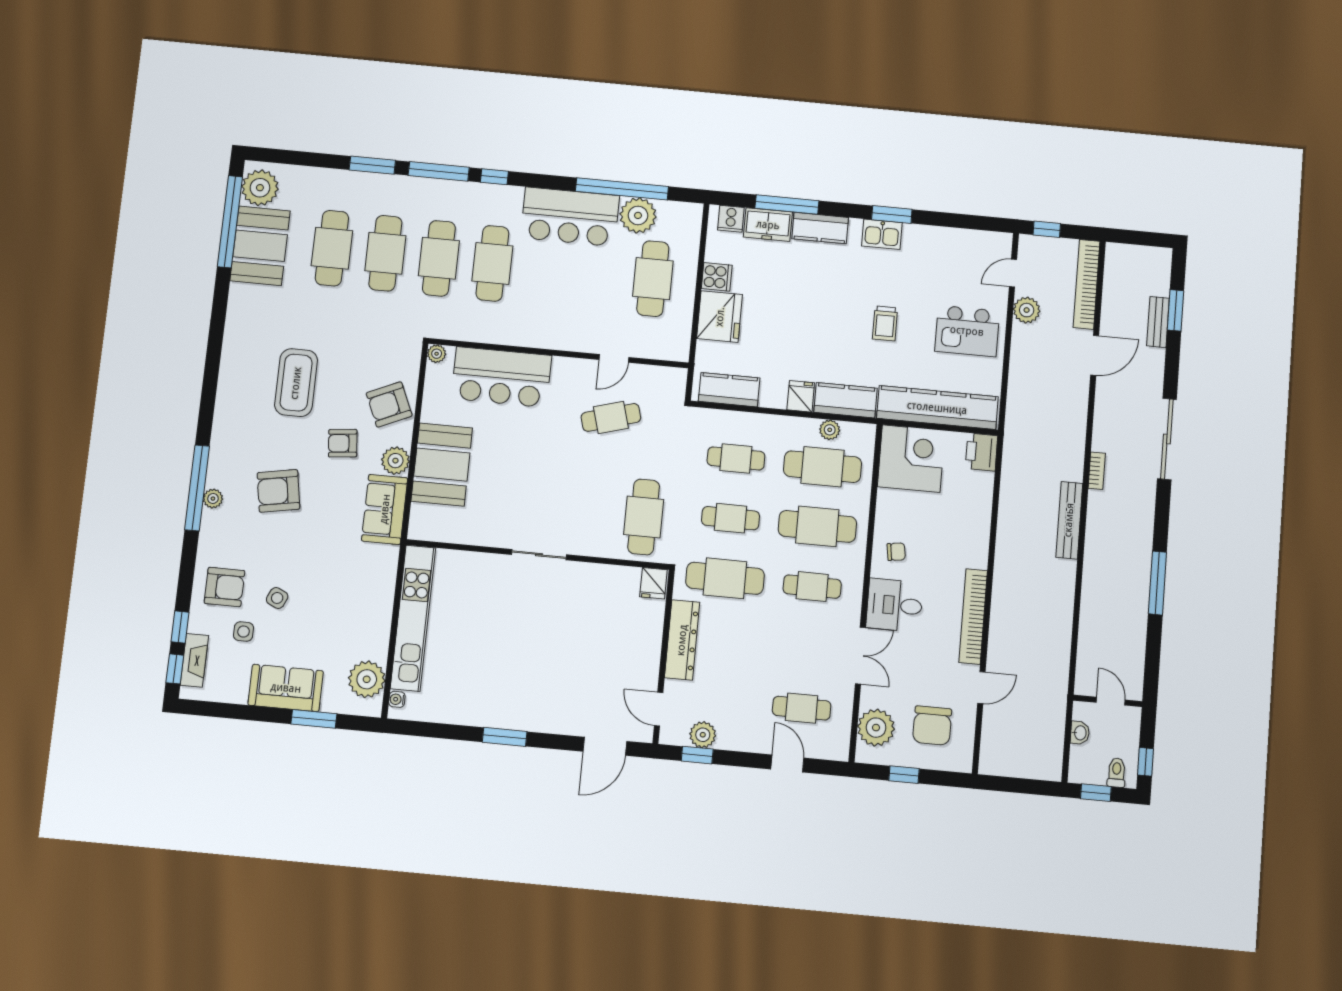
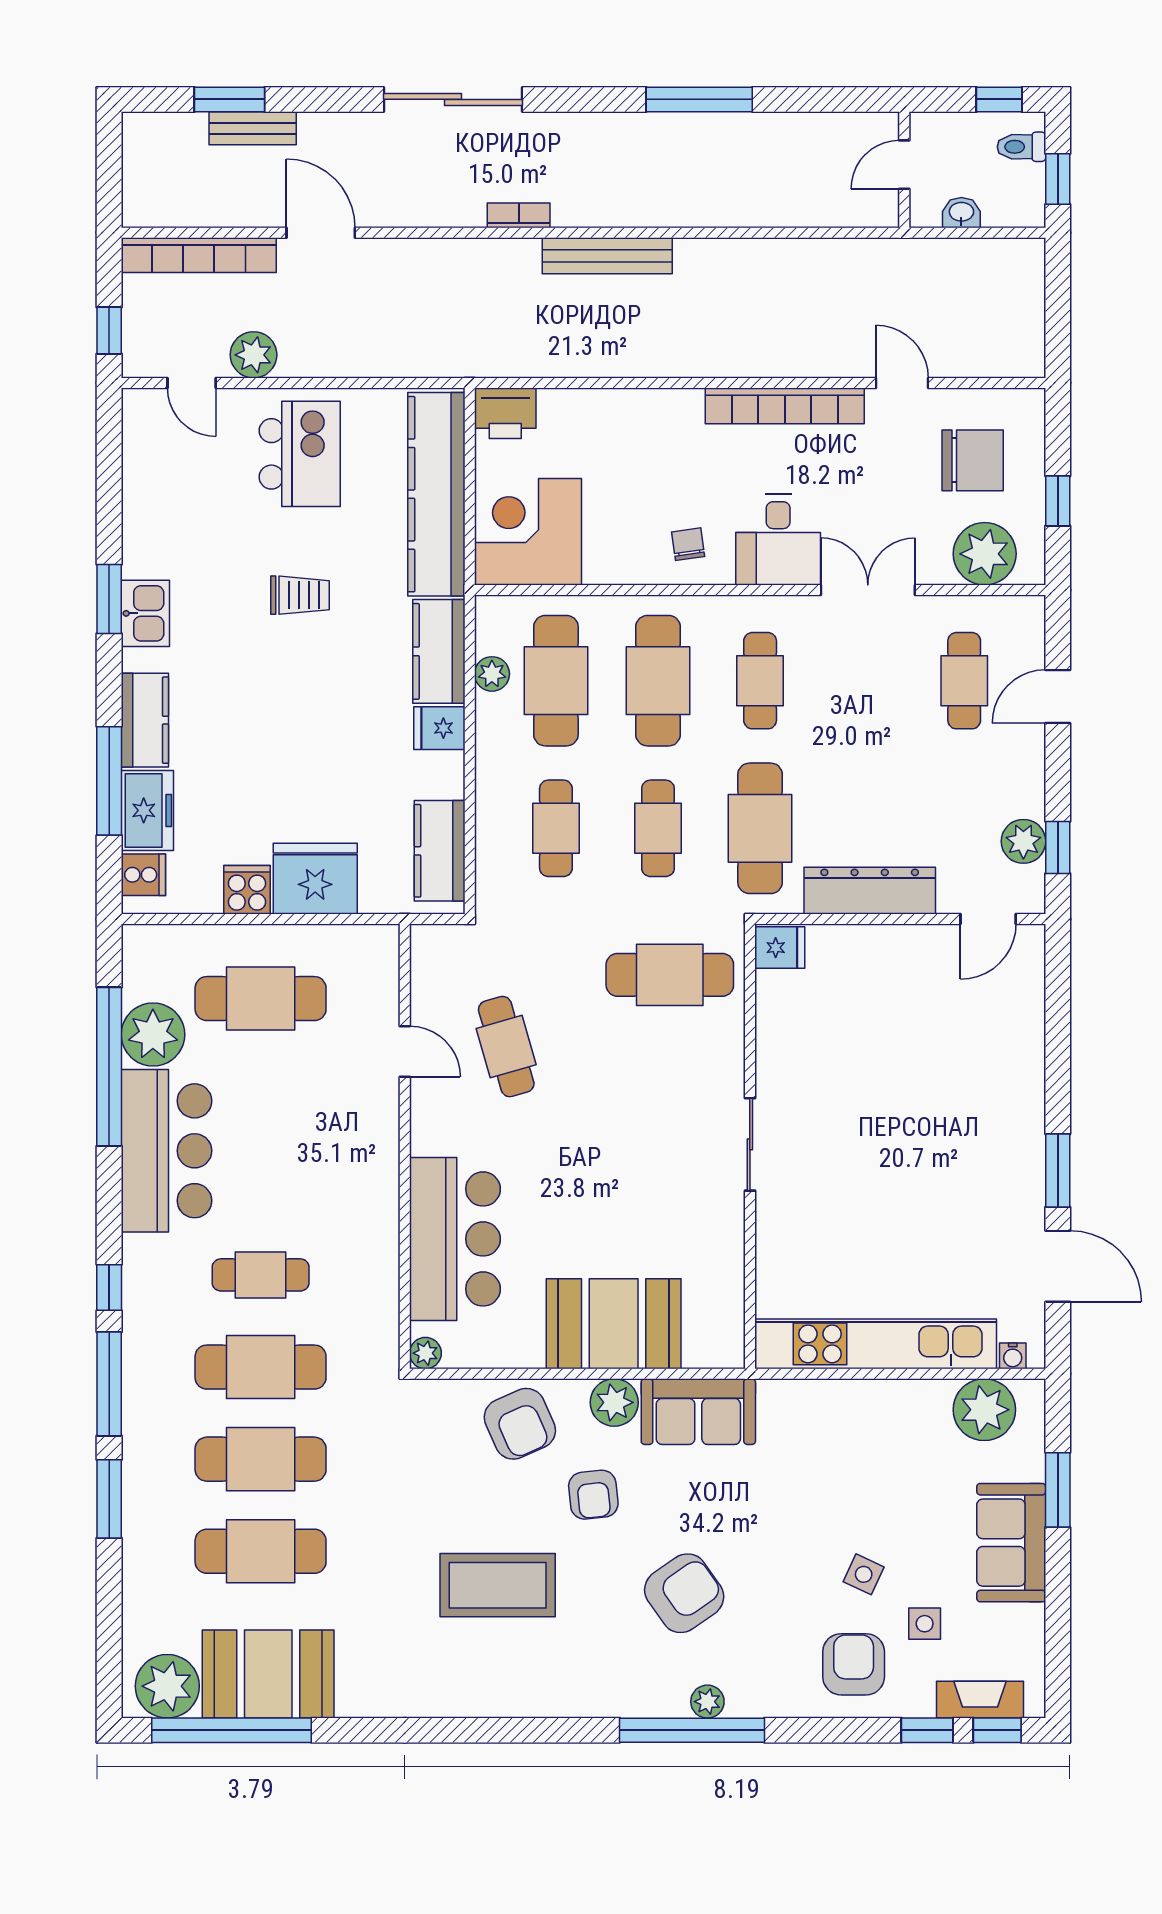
cafe table: (492, 263) -> (261, 1275), width x0.73, depth x0.74
armchair: (278, 491) -> (684, 1593), turned -115
door: (605, 746) -> (1058, 1266), moved

